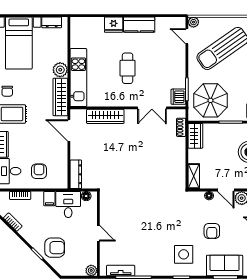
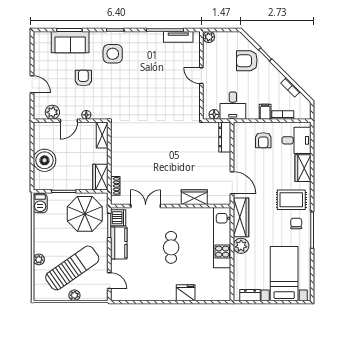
plant: (193, 22) -> (74, 295), moved
kitchen counter: (139, 25) -> (119, 243), moved, turned 90
wardrobe: (105, 116) -> (194, 197), width x0.67
door: (226, 190) -> (69, 121), swing flipped
filing cabinet: (49, 199) -> (265, 112), moved

